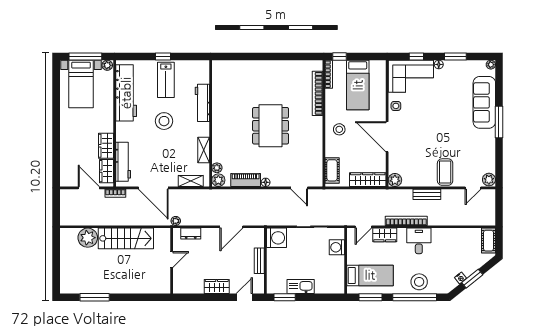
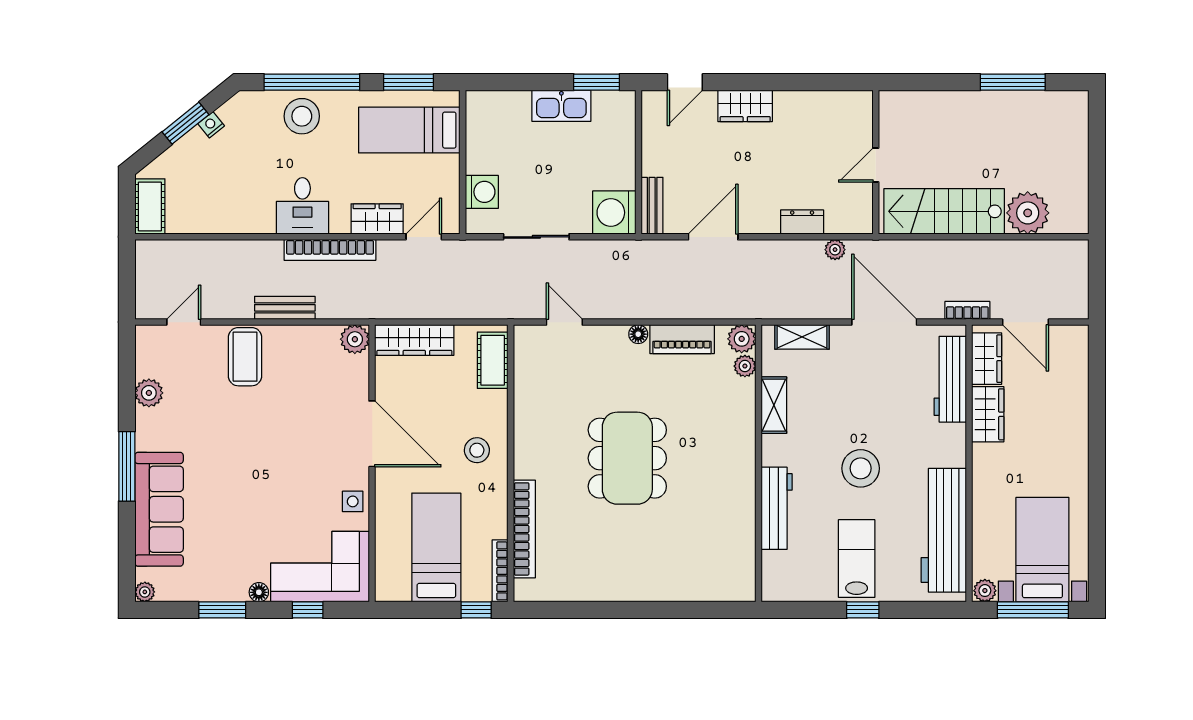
plant: (489, 180) -> (149, 393), moved
door: (172, 260) -> (876, 165), moved
wall: (172, 261) -> (876, 162), moved
bench: (259, 261) -> (652, 206), moved

